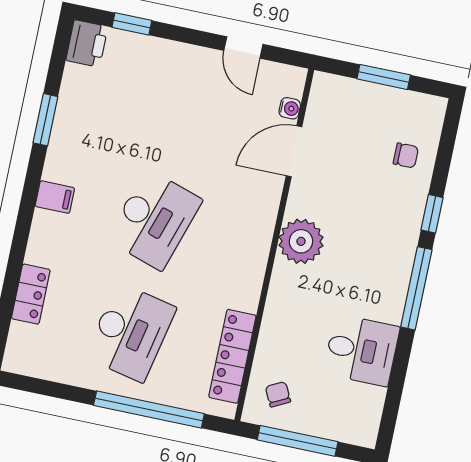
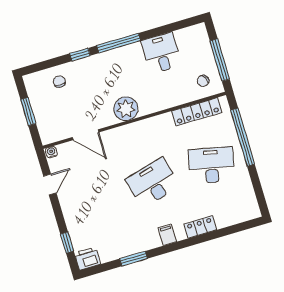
water cooler: (290, 108) -> (51, 152), moved
desk: (154, 220) -> (153, 183), turned -33
locker: (31, 294) -> (200, 227), moved

